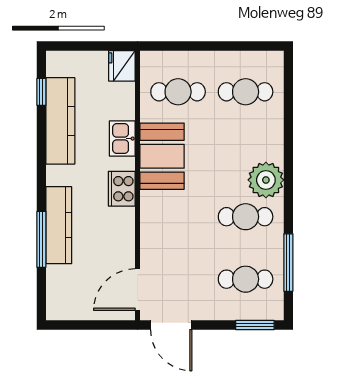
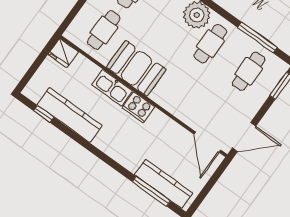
kitchen sink: (122, 139) -> (112, 88), width x1.38
kitchen counter: (59, 225) -> (164, 184), moved
window: (41, 239) -> (151, 191), moved

